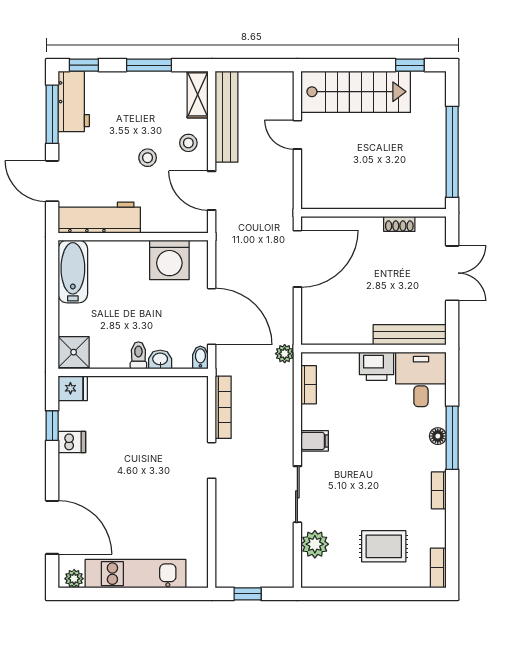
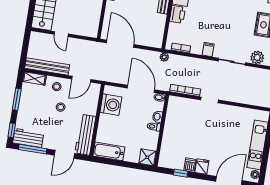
door: (297, 135) -> (61, 34), hinge flipped
door: (212, 316) -> (141, 89), hinge flipped
fridge: (73, 388) -> (202, 166), moved

